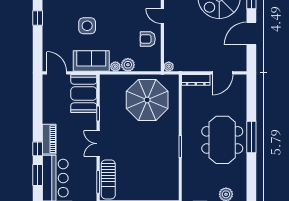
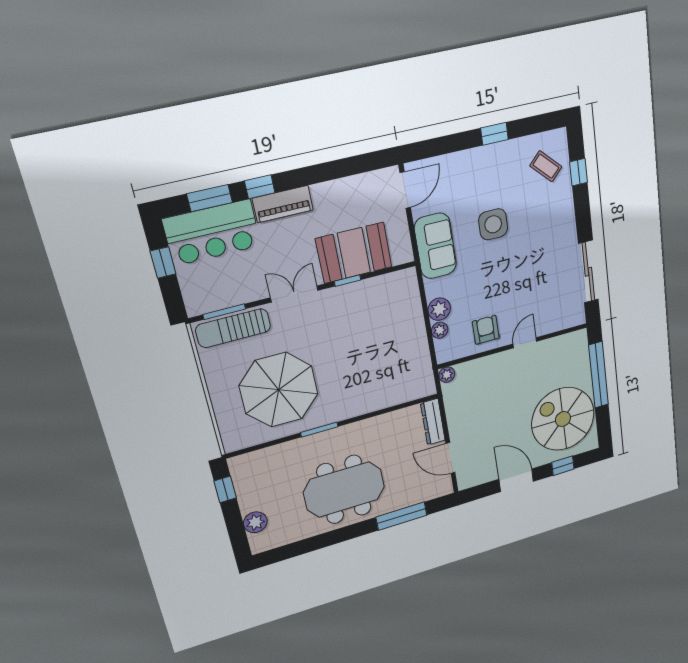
plant: (115, 67) -> (440, 330), moved
booth: (84, 94) -> (354, 253), moved
parasol: (147, 100) -> (279, 390), moved
window: (251, 137) -> (401, 516), moved

